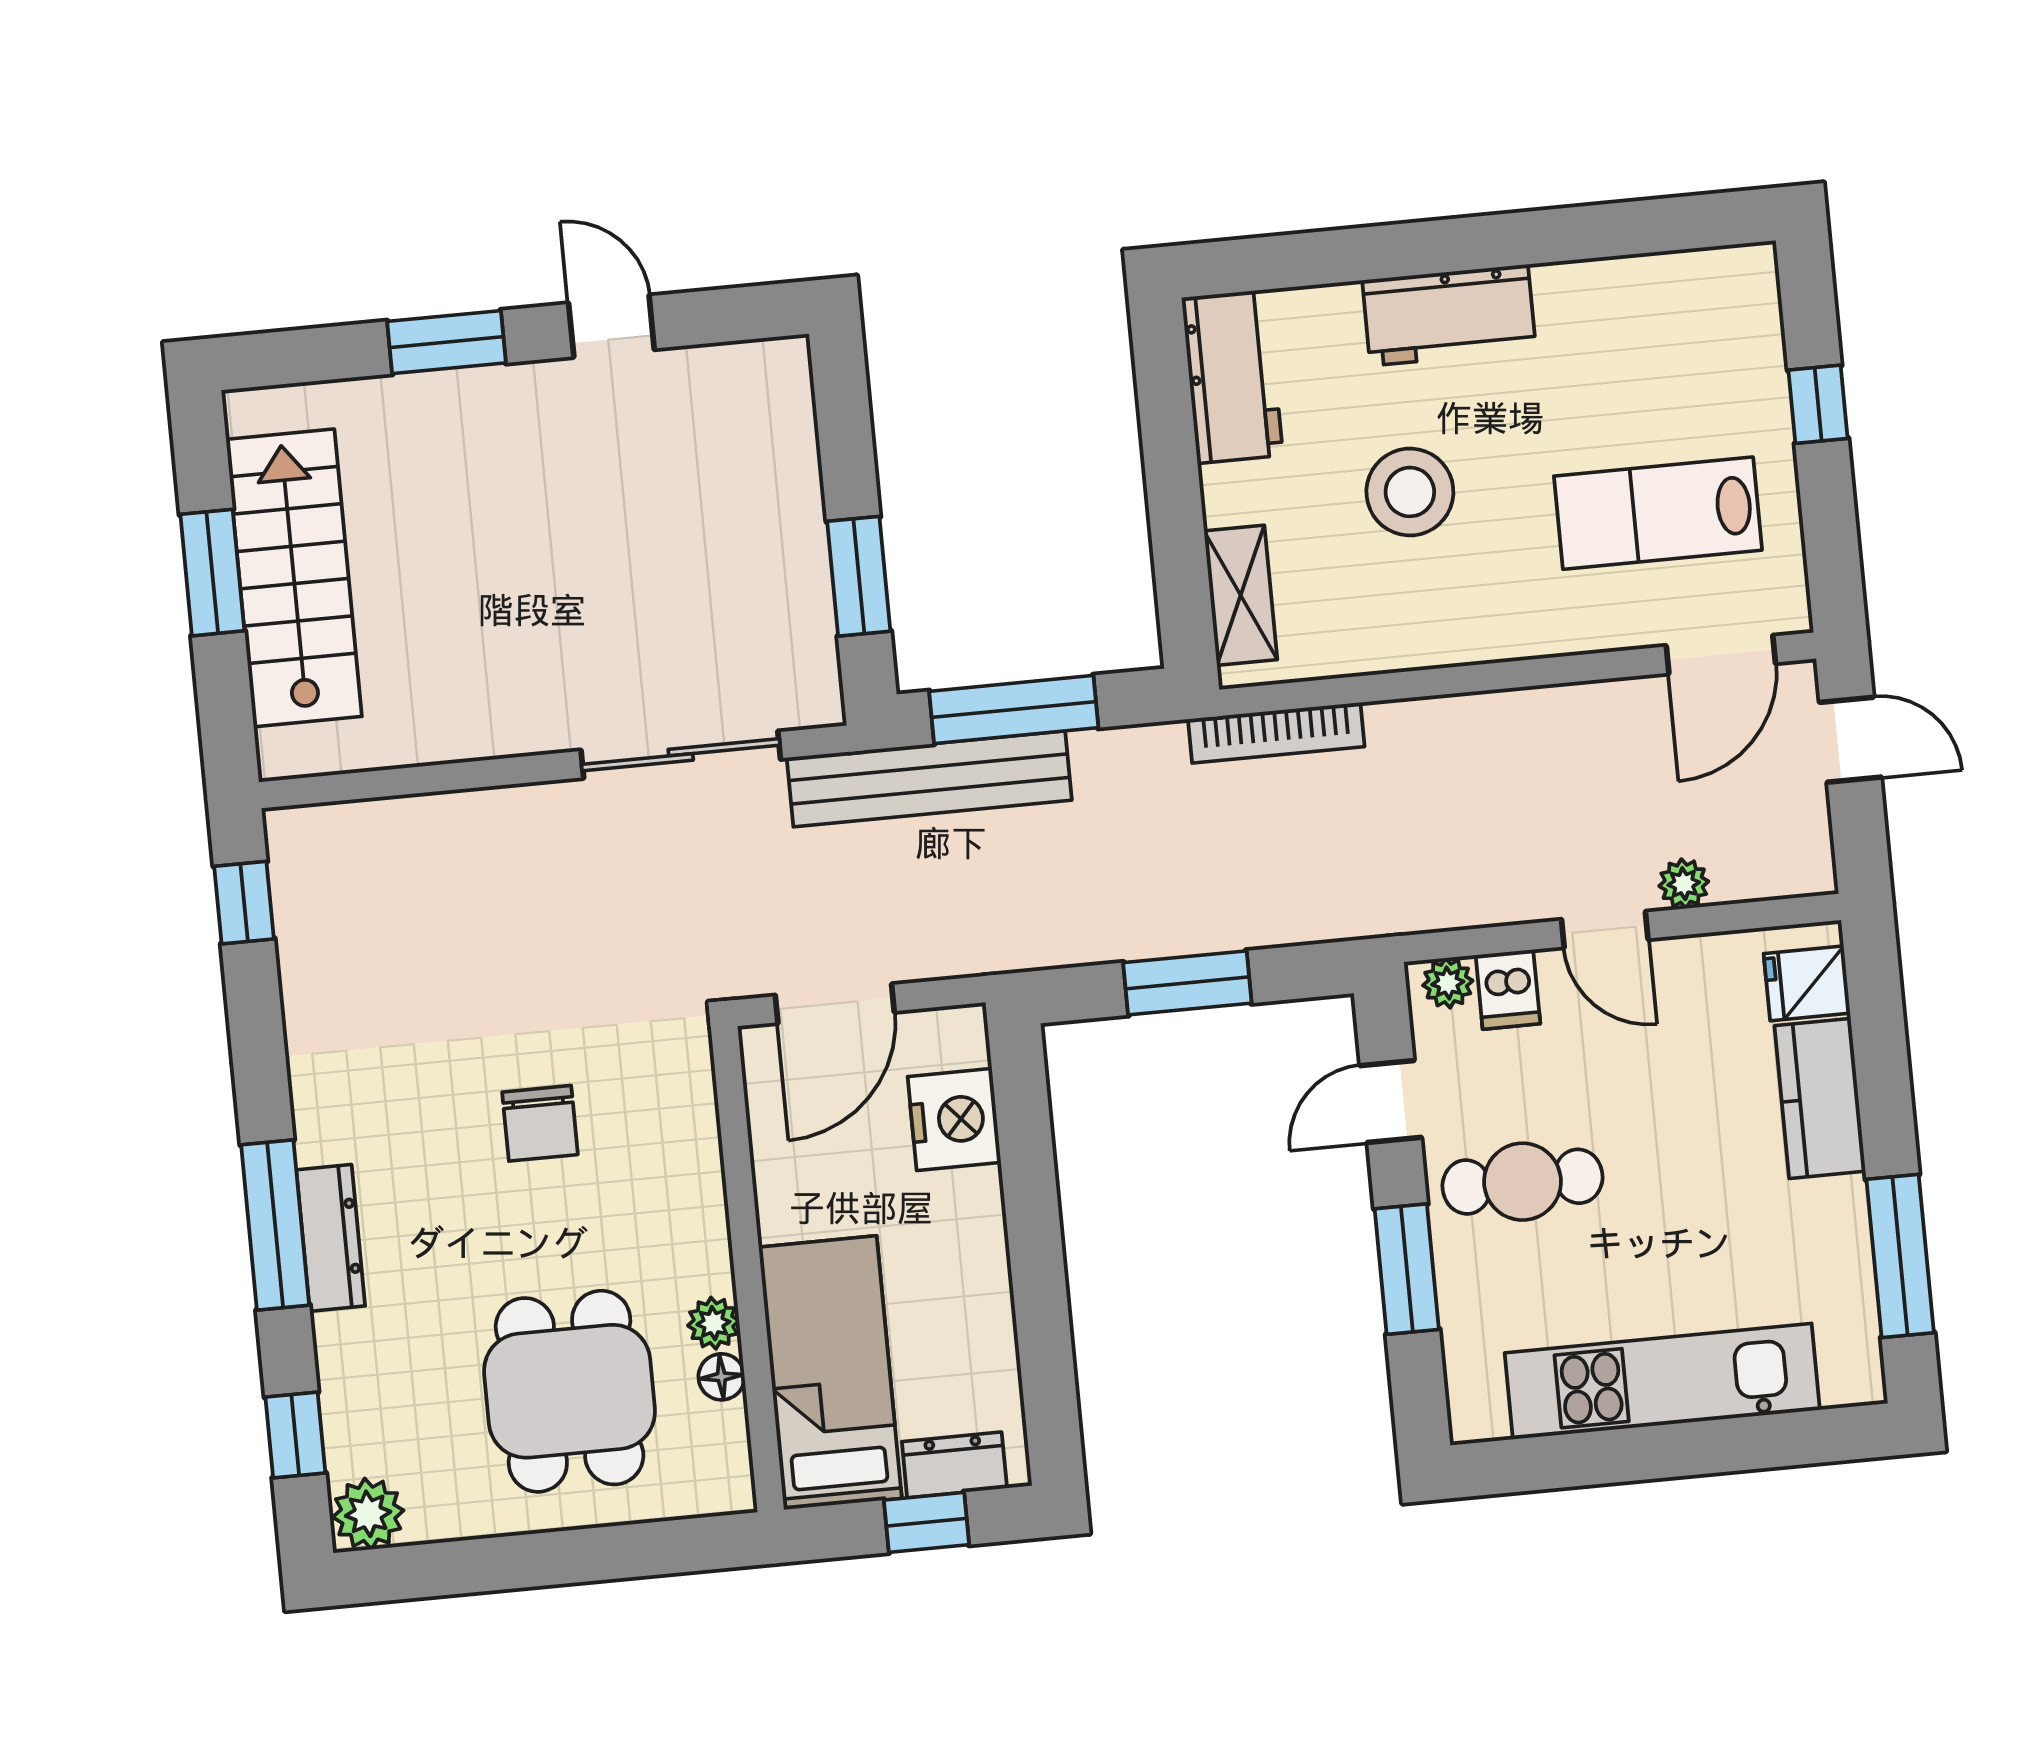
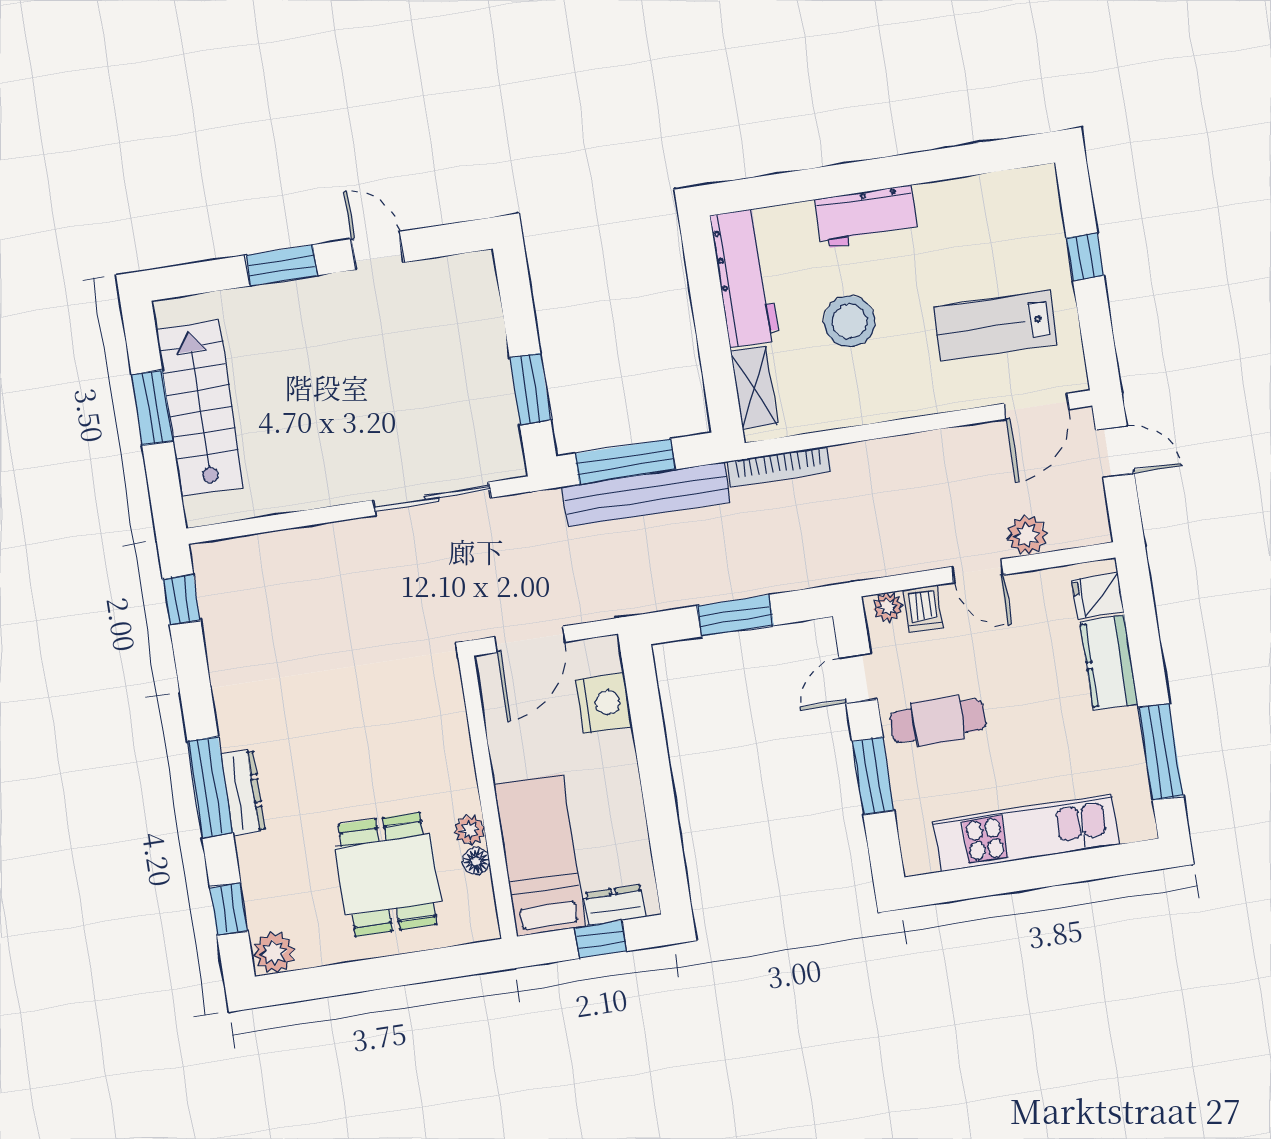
workbench: (1232, 377) -> (745, 278), width x1.38
bench: (929, 779) -> (646, 494), moved
plant: (1684, 884) -> (1027, 535), width x1.38, depth x1.38
chair: (540, 1123) -> (362, 719), removed

